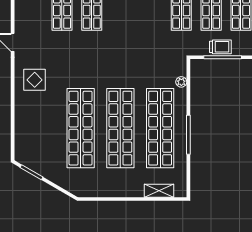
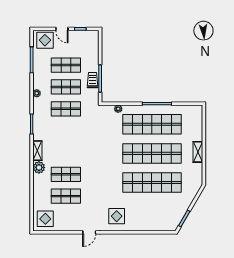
shelving: (159, 191) -> (198, 152), moved

